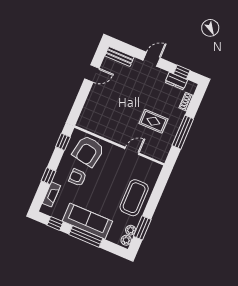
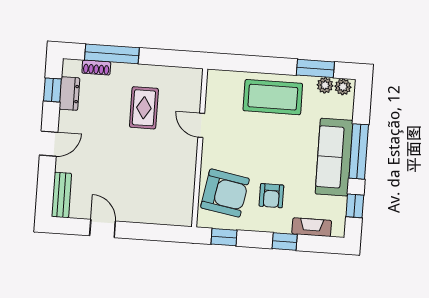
door: (152, 59) -> (49, 144), swing flipped
window: (183, 132) -> (112, 54), moved

